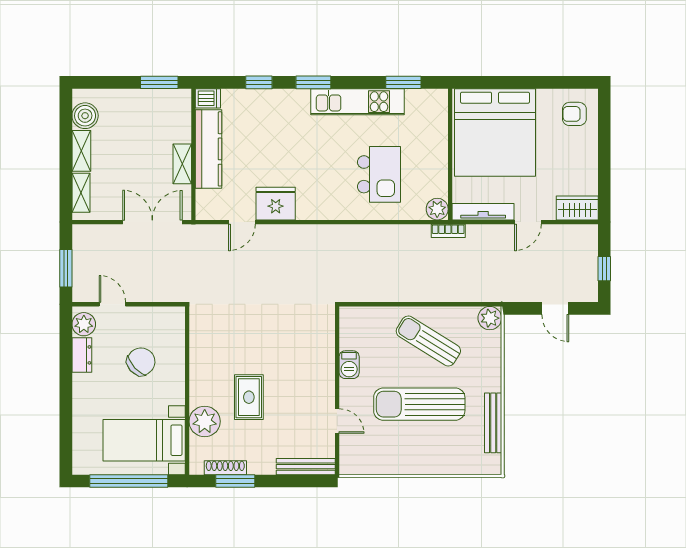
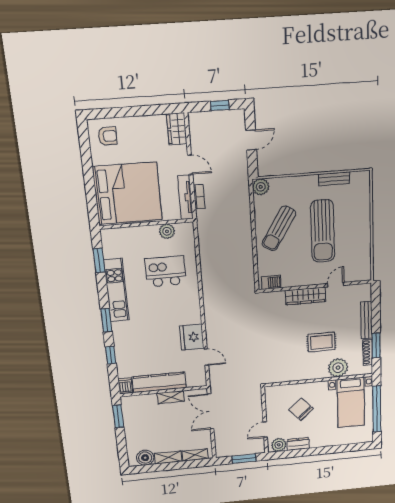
armchair: (574, 114) -> (107, 136), turned -90
plant: (437, 209) -> (167, 231), moved
bookcase: (448, 231) -> (199, 197), moved
barbecue: (349, 365) -> (271, 282), moved
wardrobe: (324, 376) -> (306, 296), added
bench: (493, 423) -> (334, 179), width x0.73
bench: (306, 467) -> (366, 320), moved

